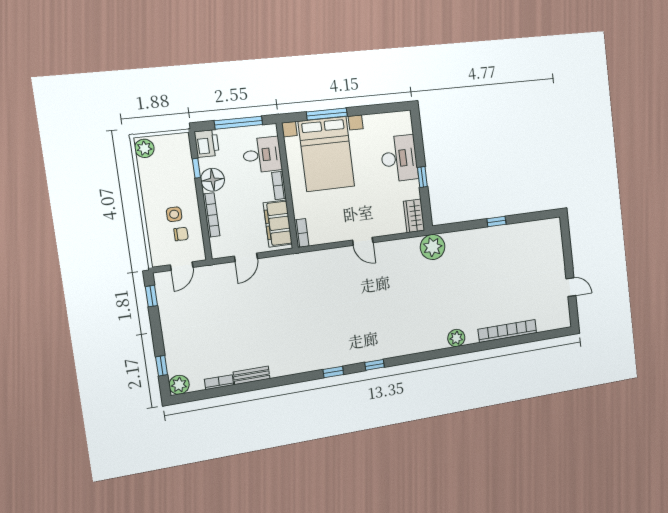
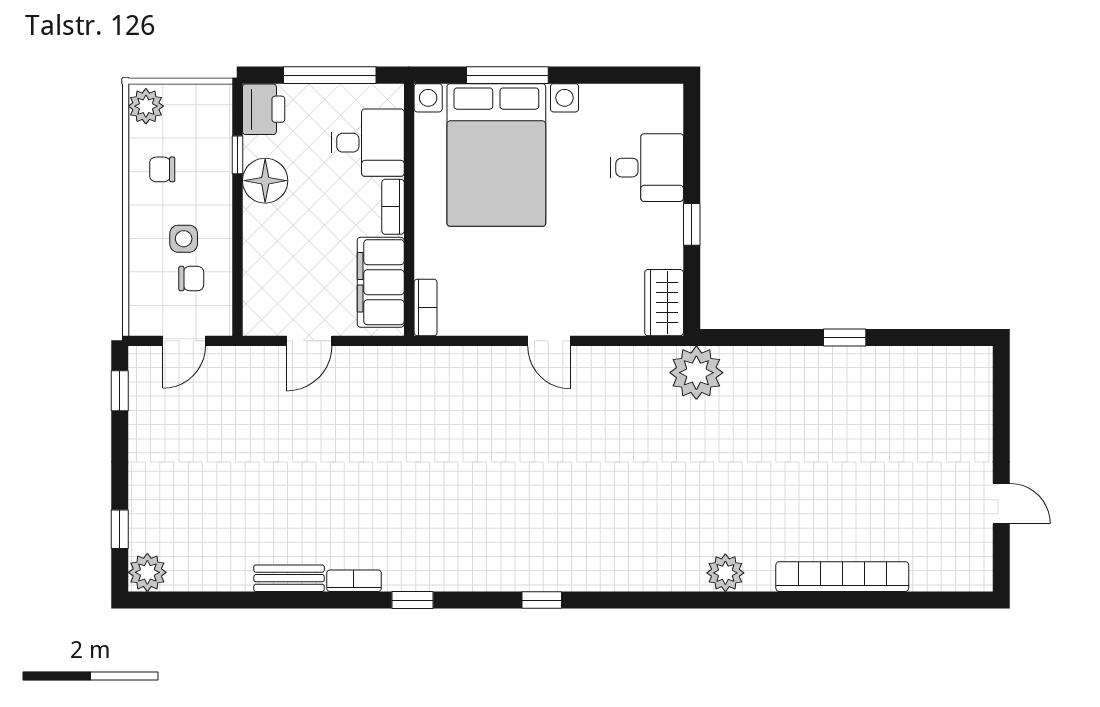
desk: (399, 158) -> (647, 168), width x0.73
chair: (158, 180) -> (162, 169), added
bookcase: (211, 215) -> (254, 249), removed
window: (333, 372) -> (412, 600), moved
bookcase: (219, 382) -> (354, 581), moved

